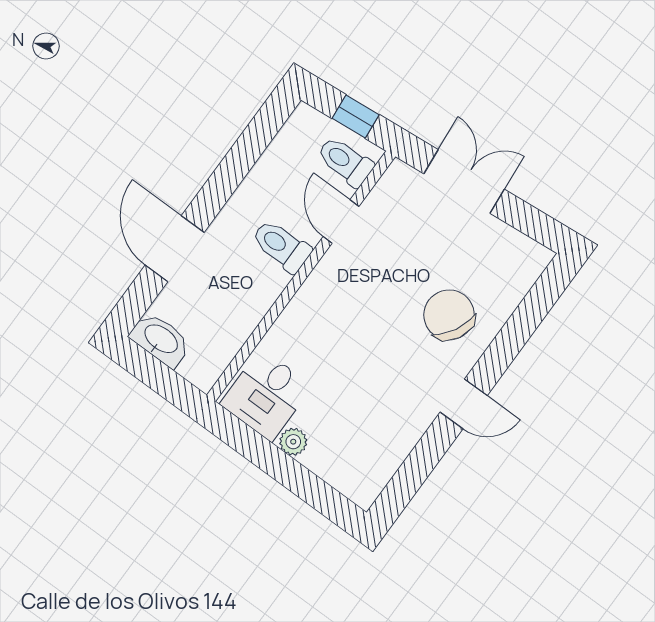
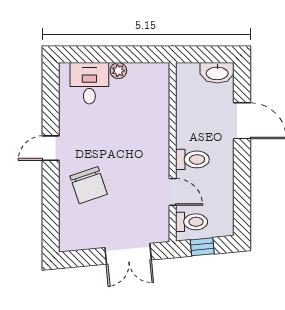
chair: (449, 315) -> (89, 185), turned 43
desk: (266, 395) -> (89, 83), moved

